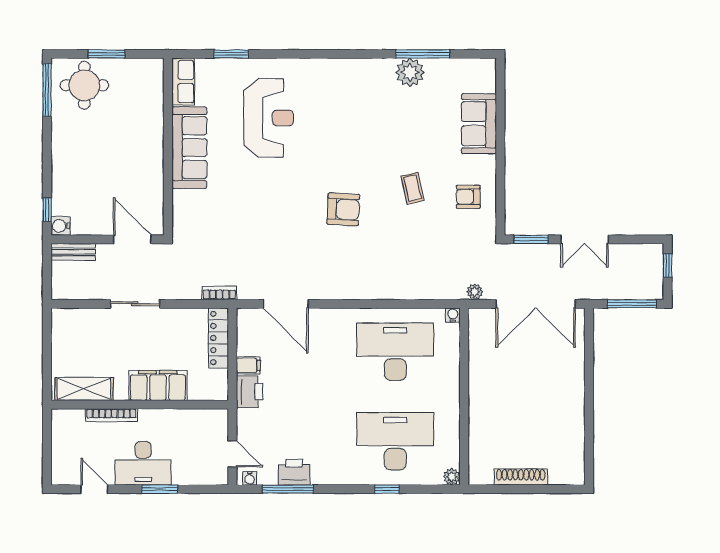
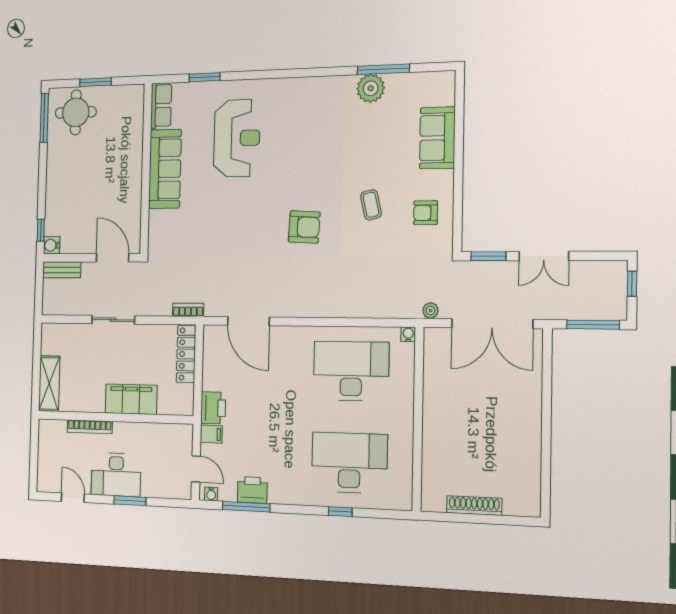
filing cabinet: (248, 365) -> (211, 434), moved
shelving: (84, 389) -> (49, 384), moved, turned 90
plant: (452, 477) -> (404, 502), removed

